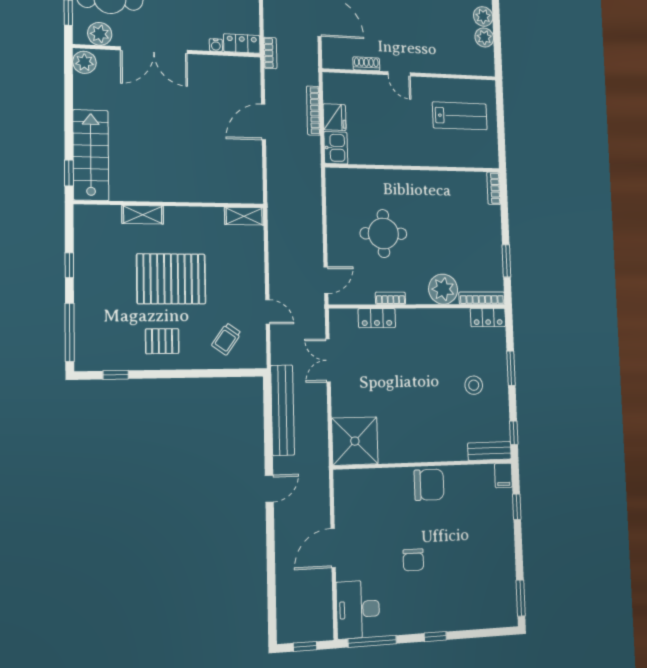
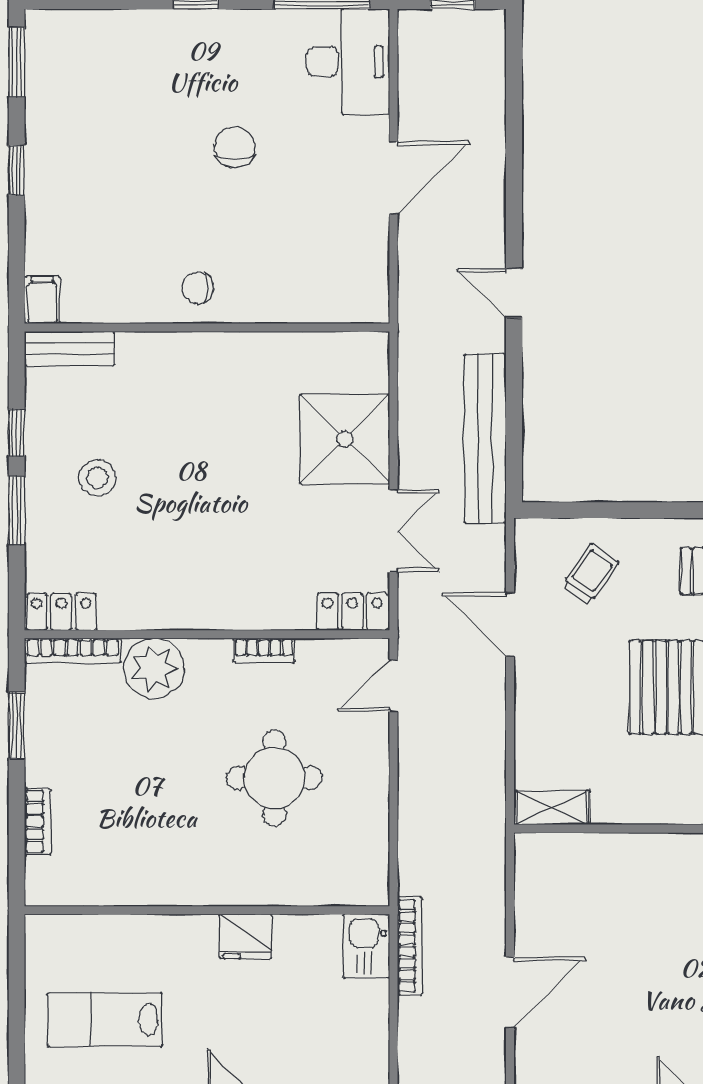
bookcase: (313, 111) -> (410, 946), moved
fridge: (335, 117) -> (245, 937), moved, turned -90
bookcase: (494, 188) -> (38, 822), moved
door: (268, 312) -> (510, 625), width x1.37
locker: (377, 318) -> (352, 612), moved
window: (514, 433) -> (17, 433), moved
shower: (355, 441) -> (345, 439), moved
chair: (429, 485) -> (198, 288), width x0.54, depth x0.54
door: (269, 489) -> (514, 293), hinge flipped
window: (517, 507) -> (17, 170), moved

